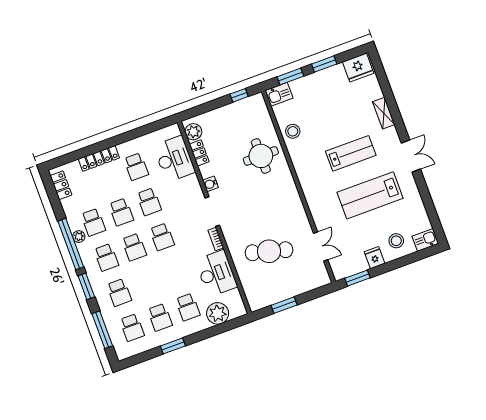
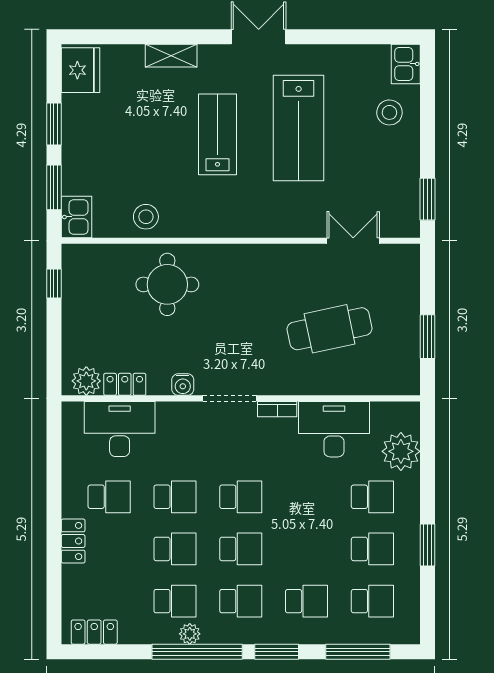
locker: (99, 159) -> (73, 541), width x0.66
cafe table: (269, 251) -> (330, 329), turned 63
fridge: (375, 258) -> (404, 158), removed

